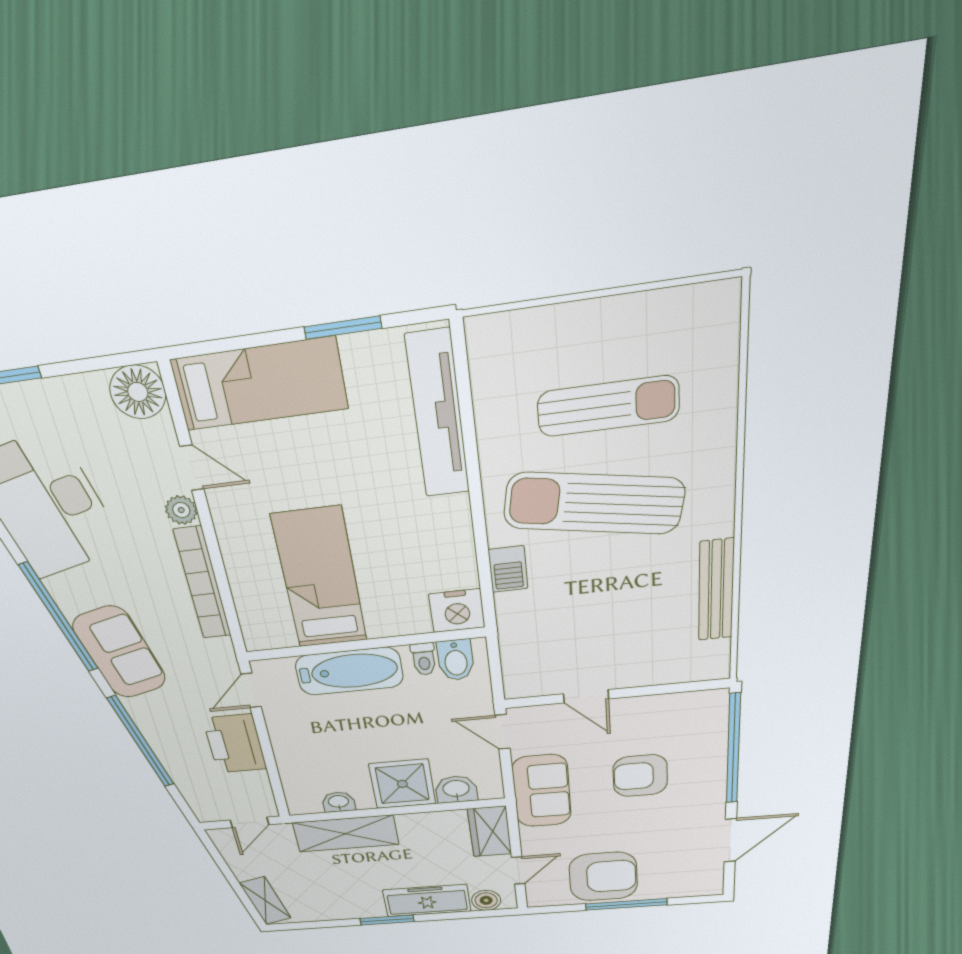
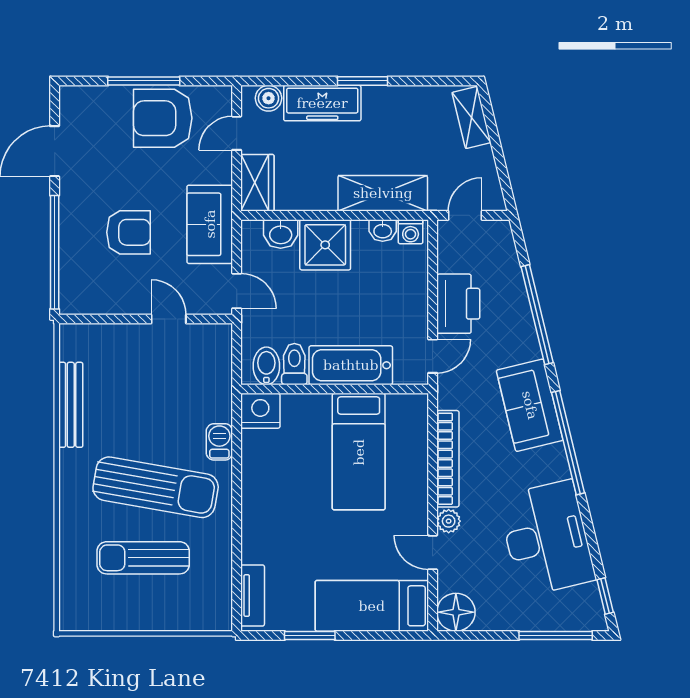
tv unit: (438, 415) -> (253, 595), width x0.52, depth x0.78
toilet: (424, 659) -> (294, 364), width x1.37, depth x1.39
washing machine: (307, 804) -> (411, 232), added

